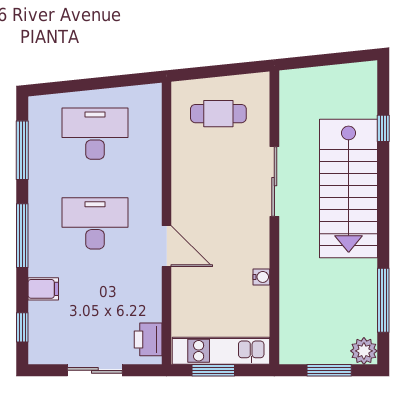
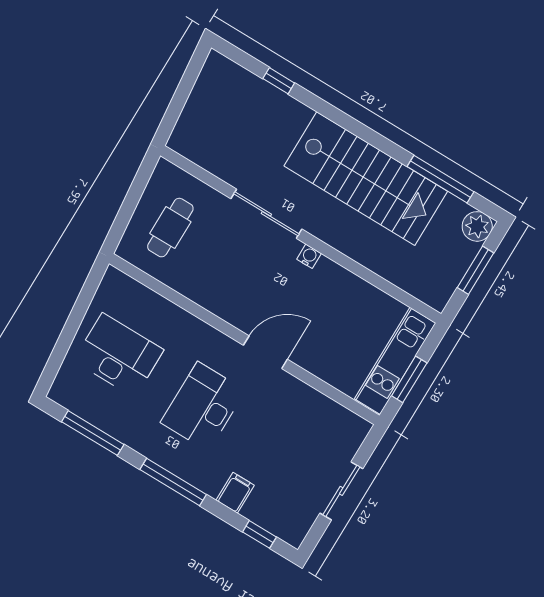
desk: (95, 134) -> (119, 355), turned 90
stairs: (349, 188) -> (366, 179), moved
water cooler: (261, 277) -> (309, 256), moved
printer: (148, 339) -> (343, 423), removed

